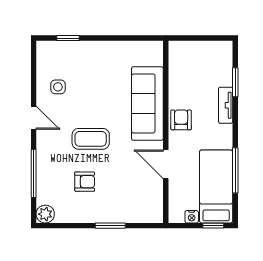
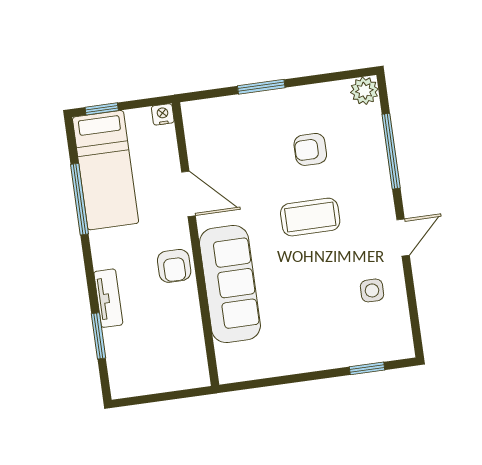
door: (34, 118) -> (403, 237), swing flipped
nightstand: (192, 217) -> (163, 114), moved

